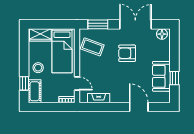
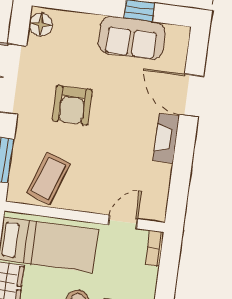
fireplace: (99, 98) -> (166, 138), moved
door: (139, 107) -> (191, 95), hinge flipped

